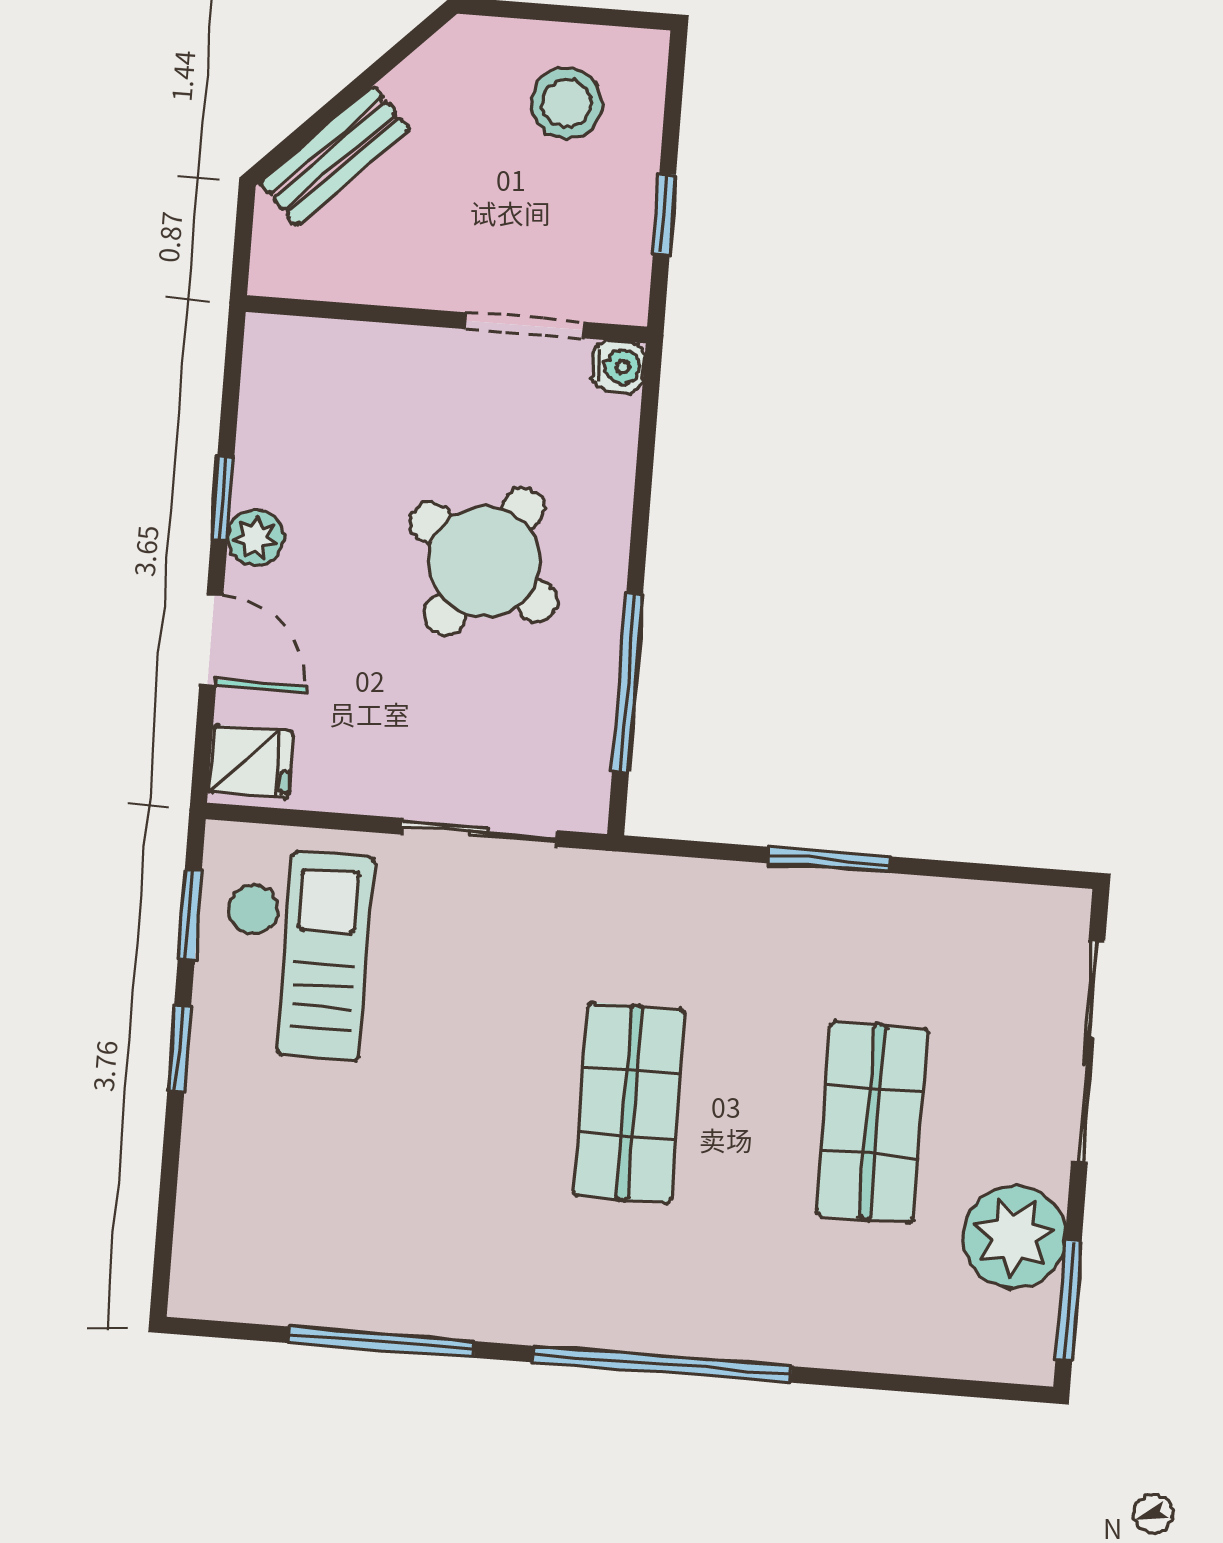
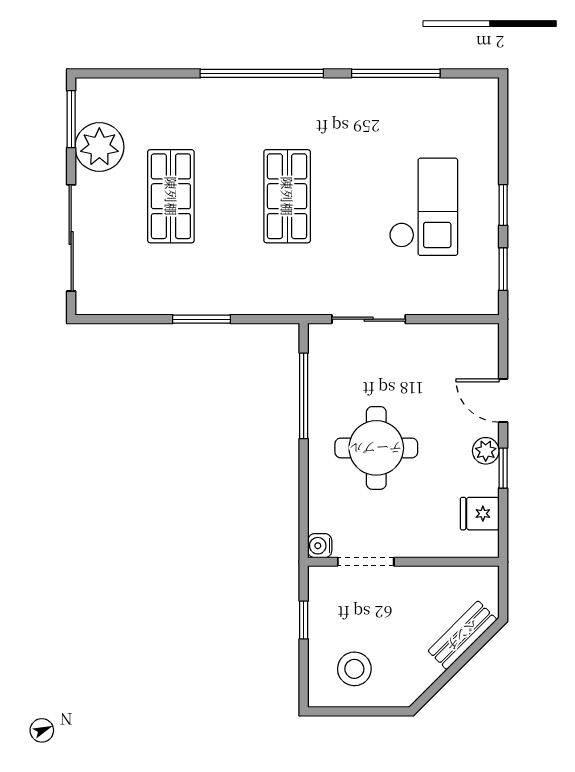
round table: (484, 562) -> (376, 448), turned -32
fridge: (251, 762) -> (480, 514), moved
checkout: (296, 954) -> (424, 207), moved, turned 180

